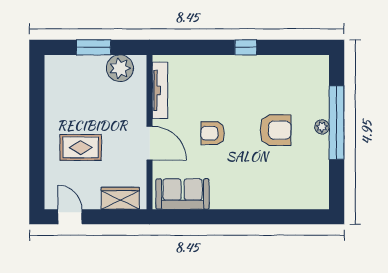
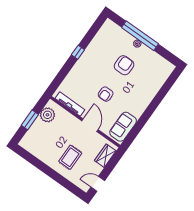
door: (150, 143) -> (90, 125), hinge flipped

